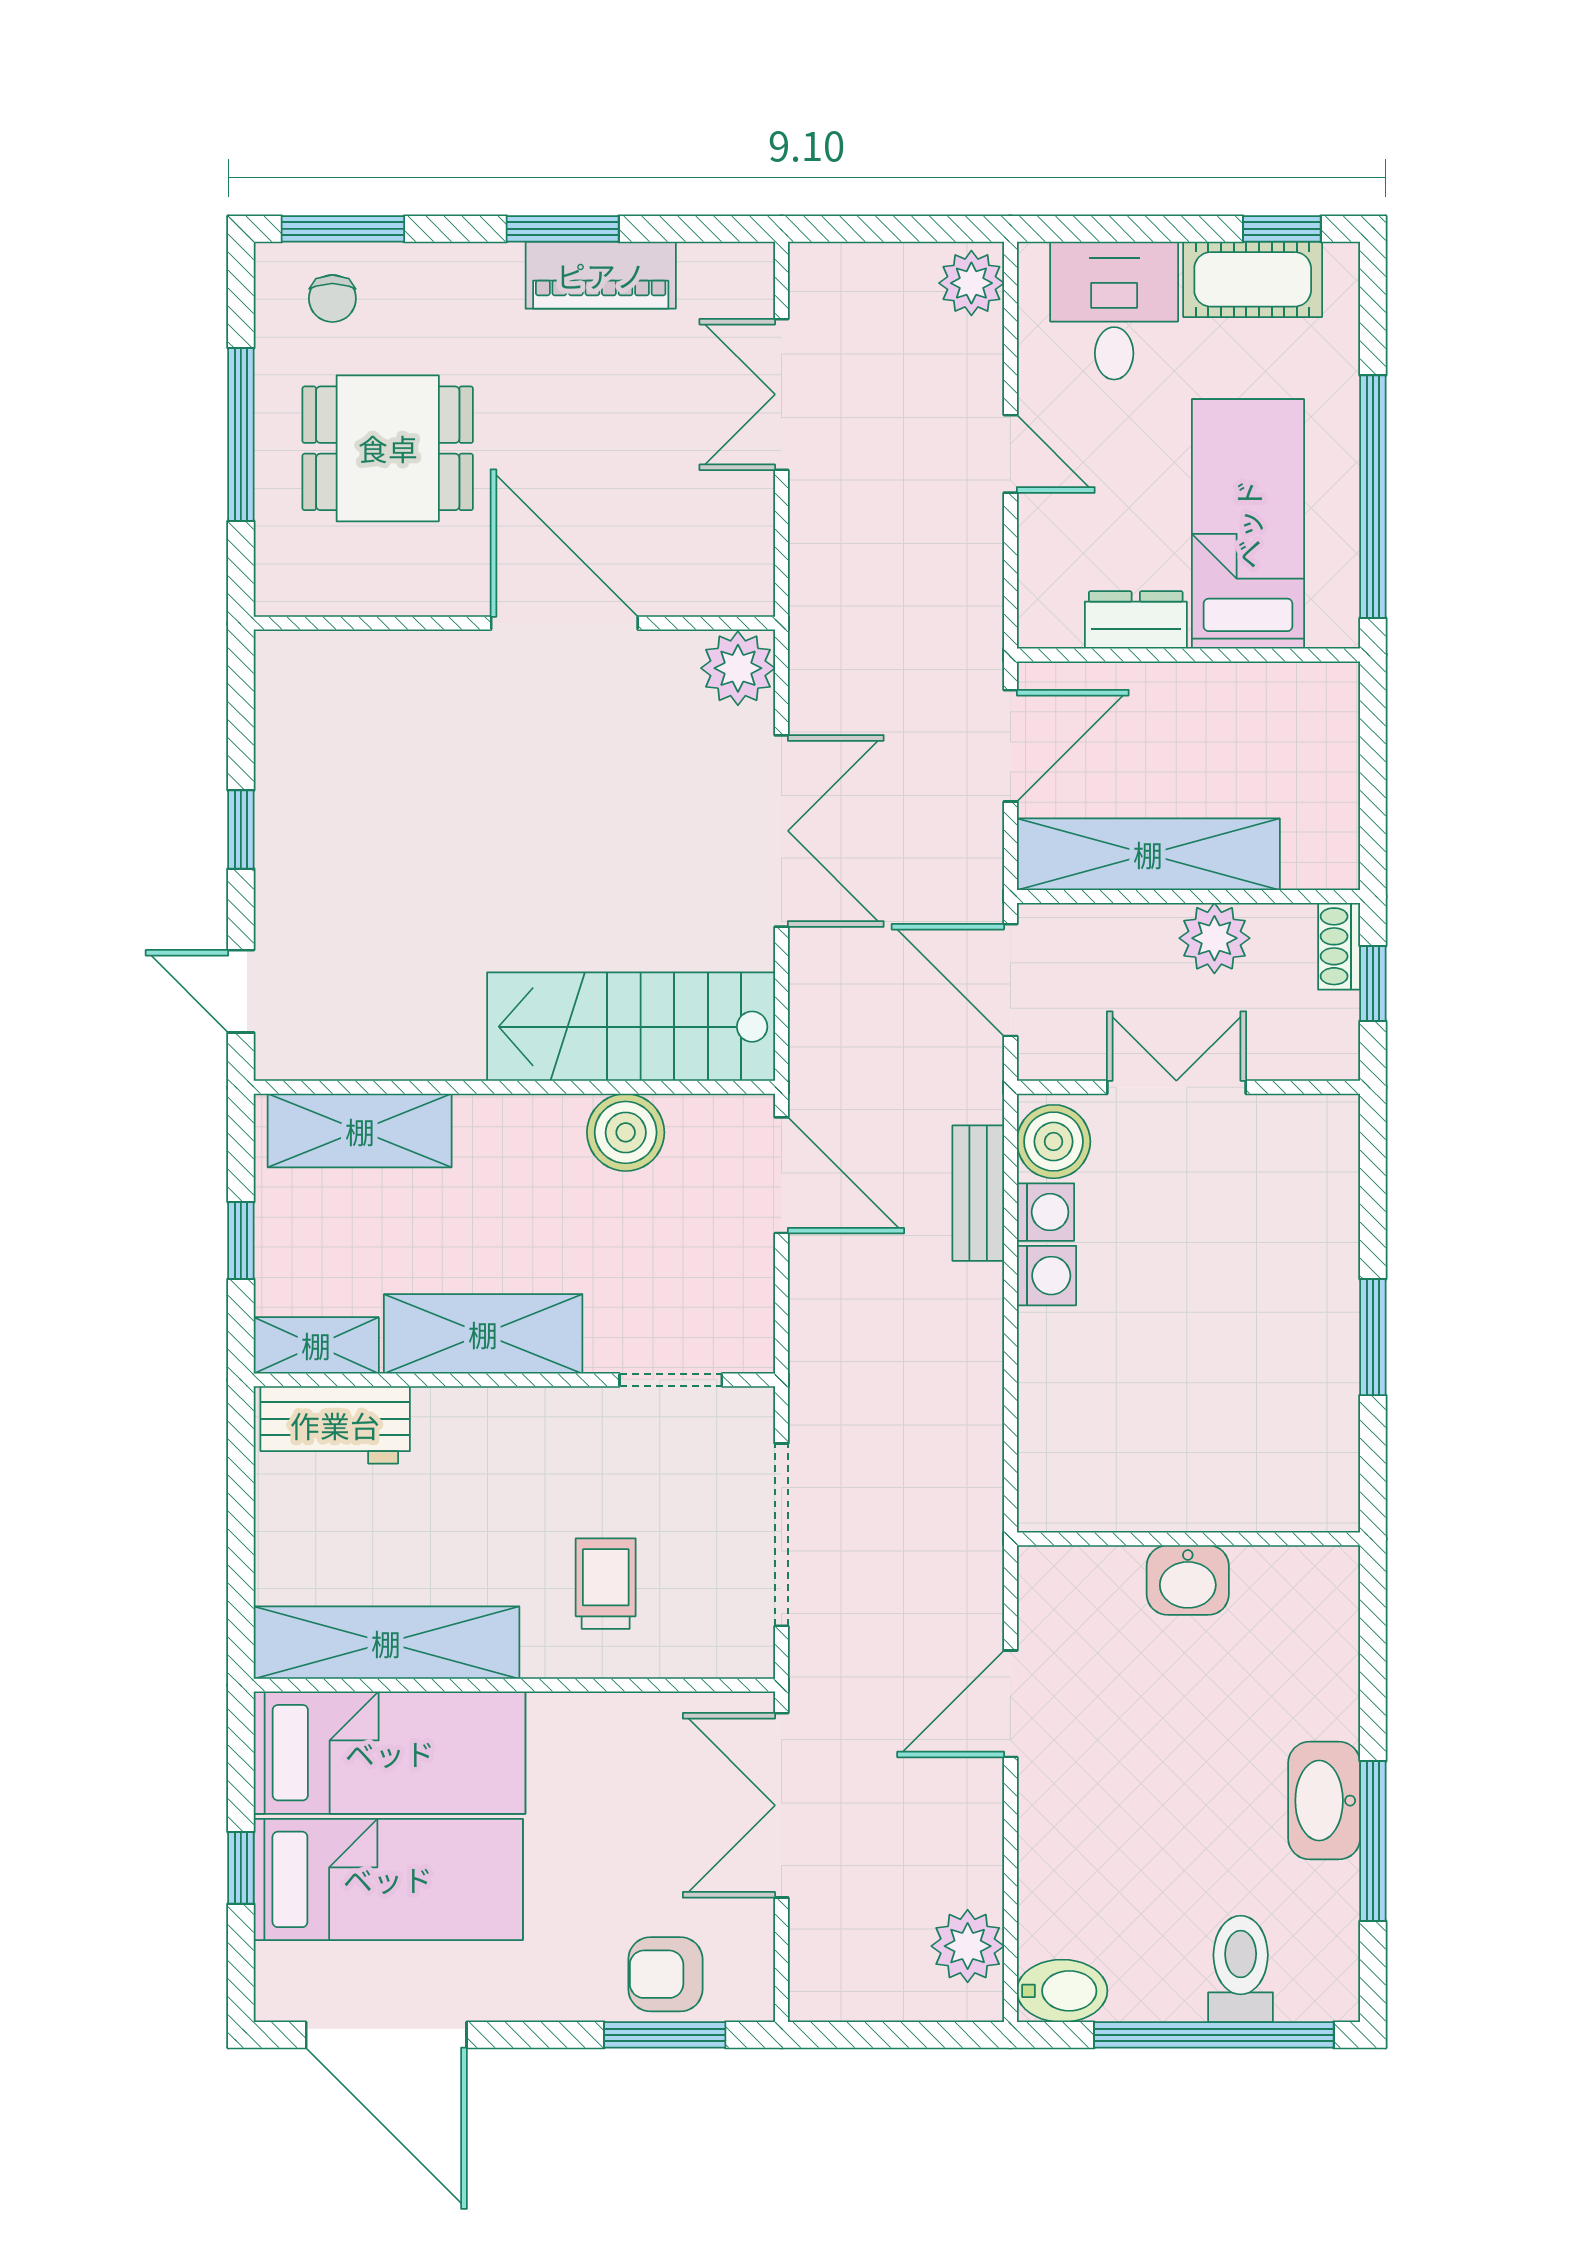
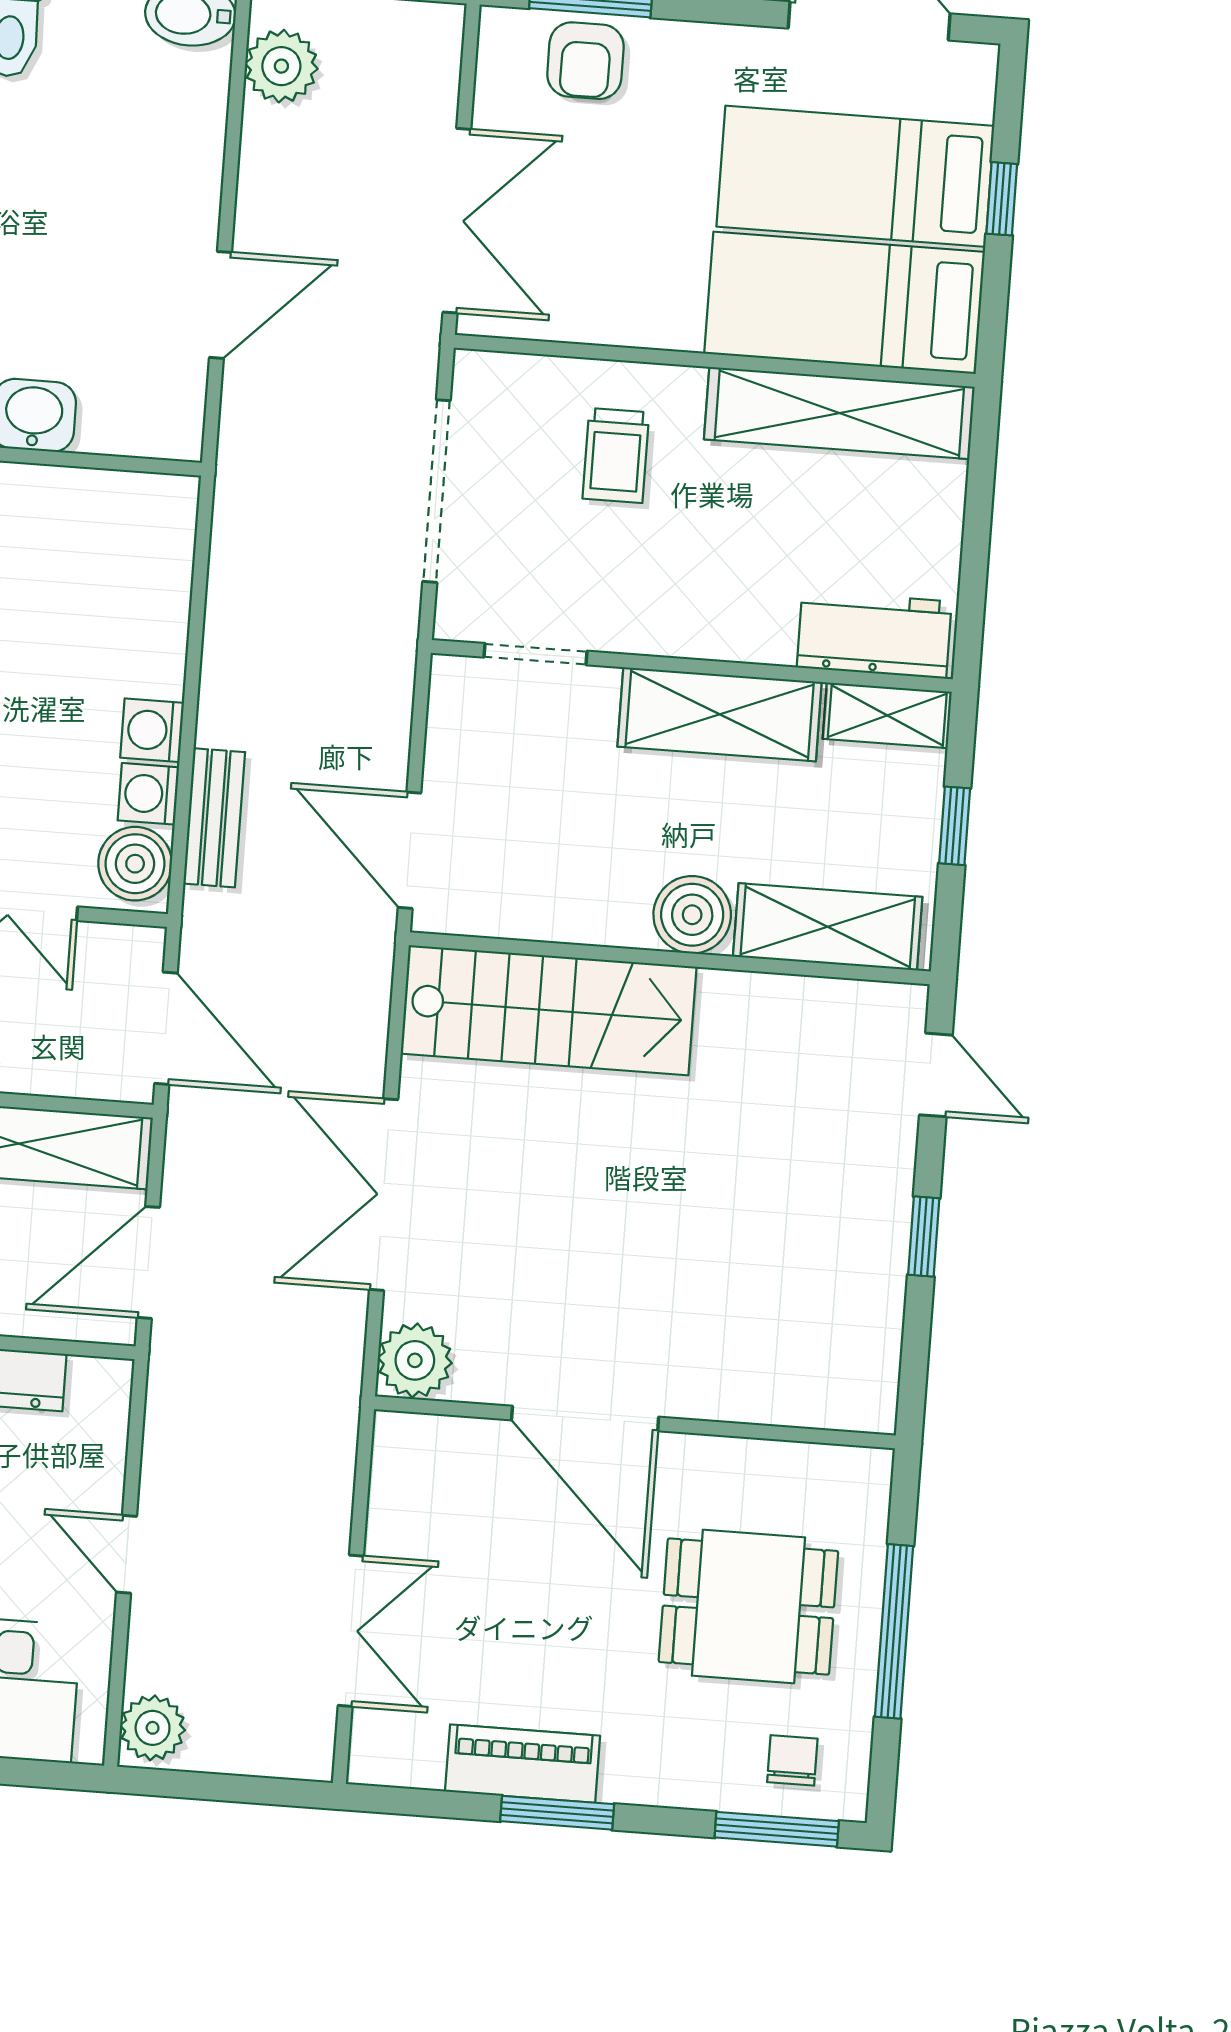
boiler: (626, 1132) -> (692, 915), moved
armchair: (665, 1974) -> (585, 61), turned 90

